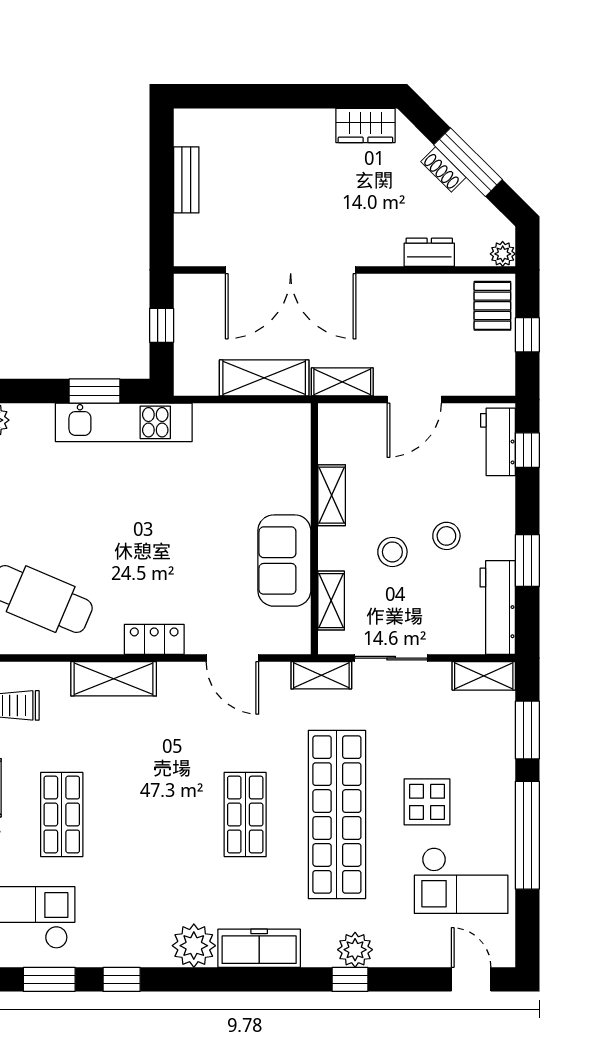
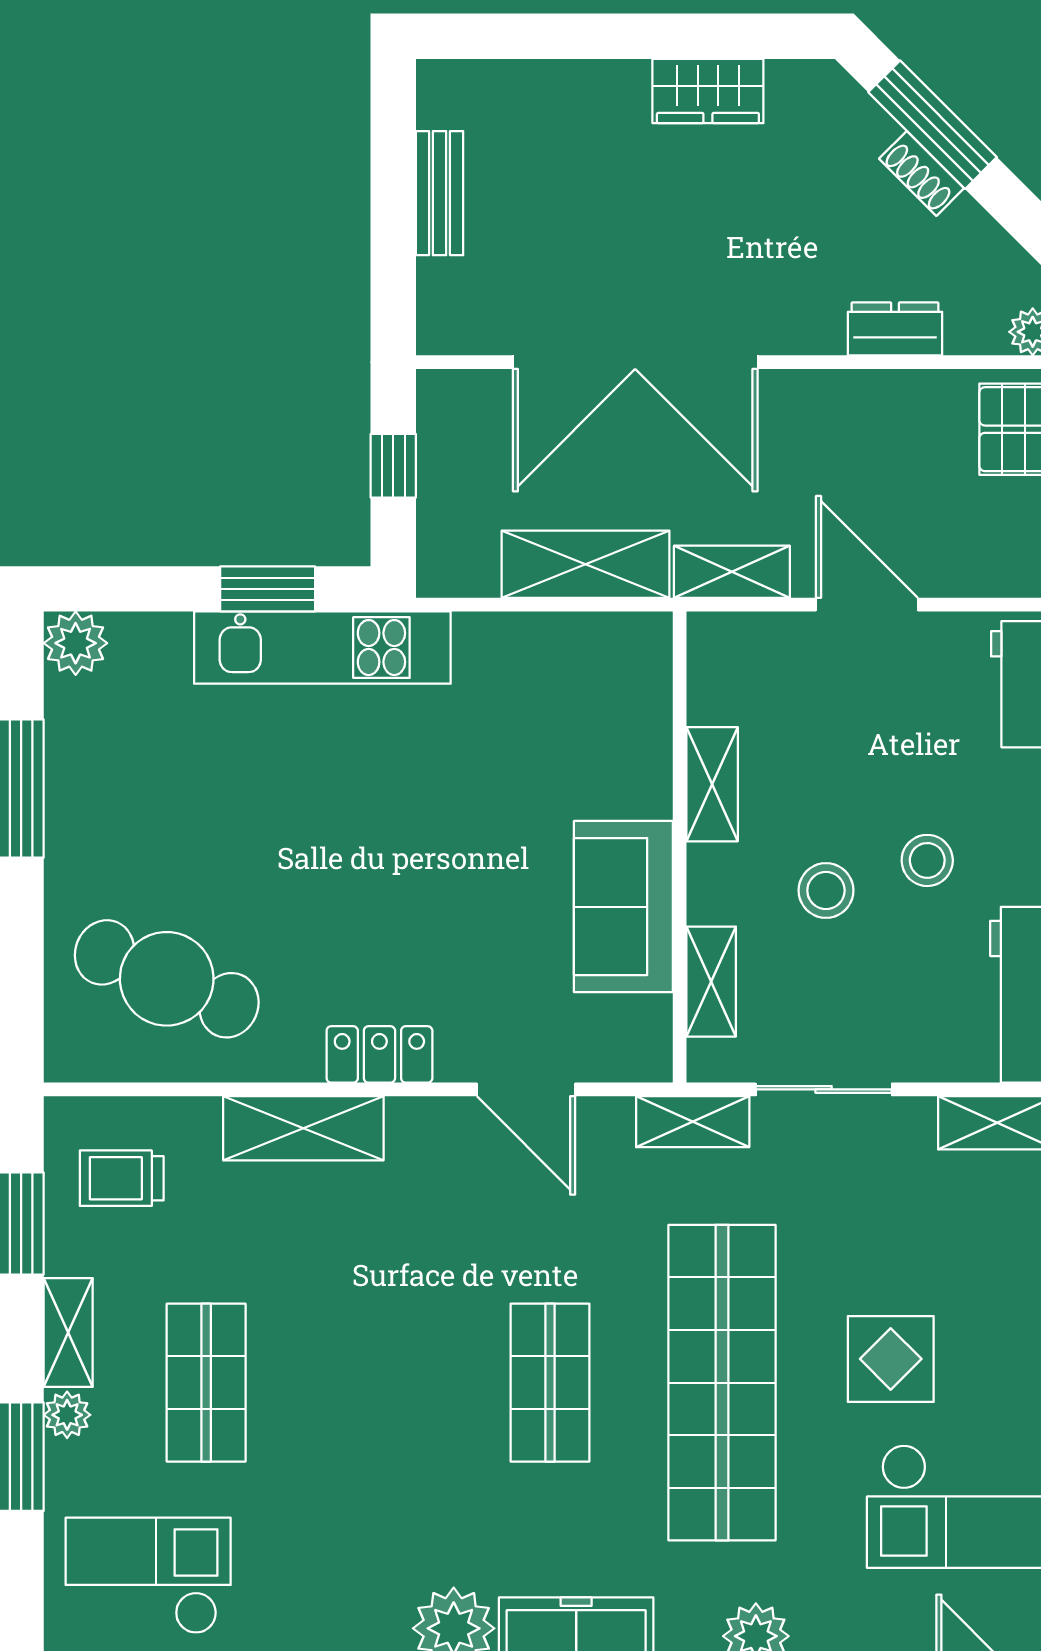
wardrobe: (365, 125) -> (708, 91), moved
window: (468, 162) -> (933, 125), moved
door: (414, 399) -> (867, 605), swing flipped

